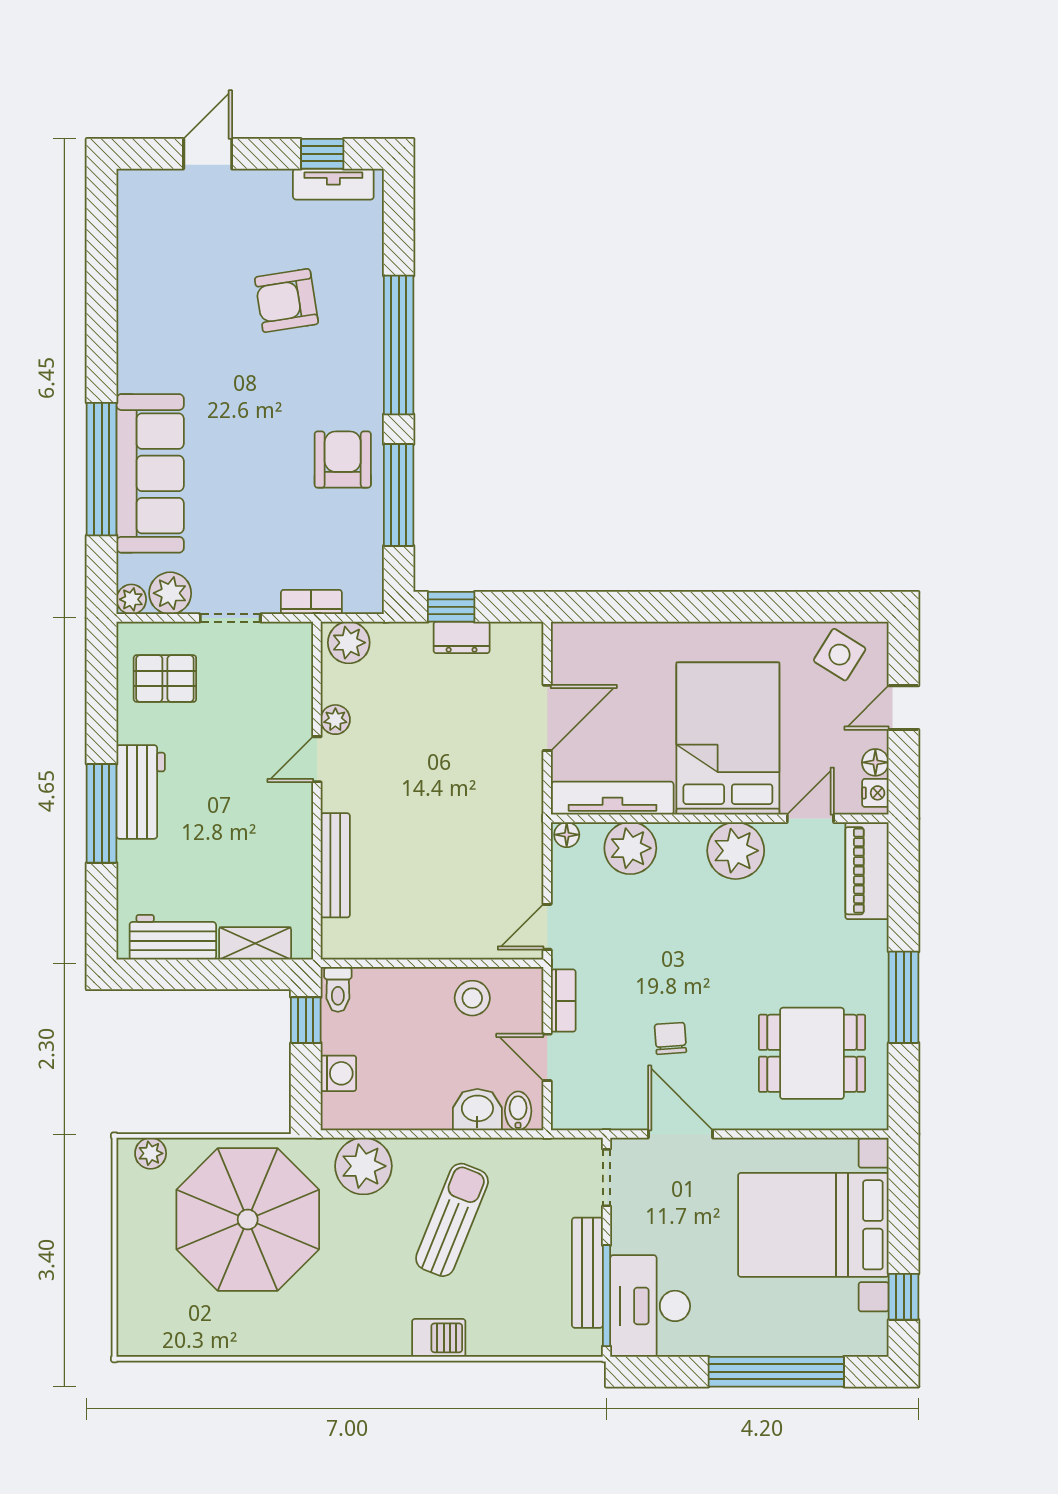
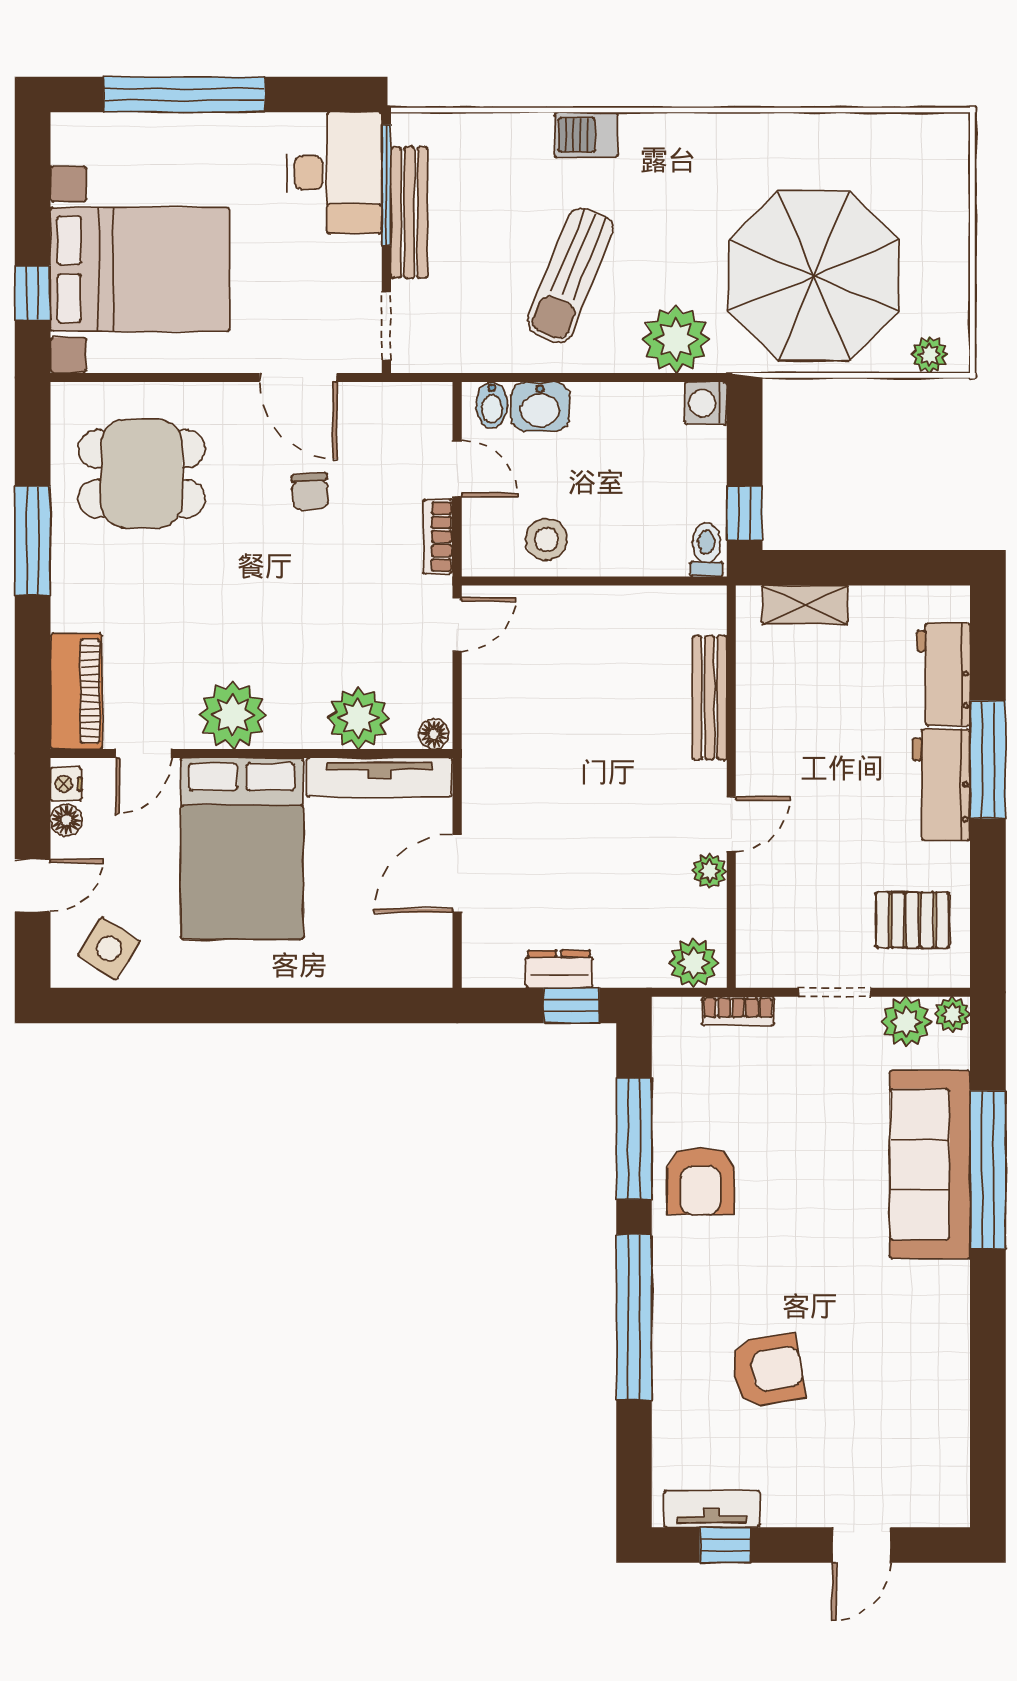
workbench: (173, 937) -> (944, 674), moved, turned 90
washing machine: (338, 1073) -> (706, 403), moved
window: (904, 1297) -> (33, 293), moved

